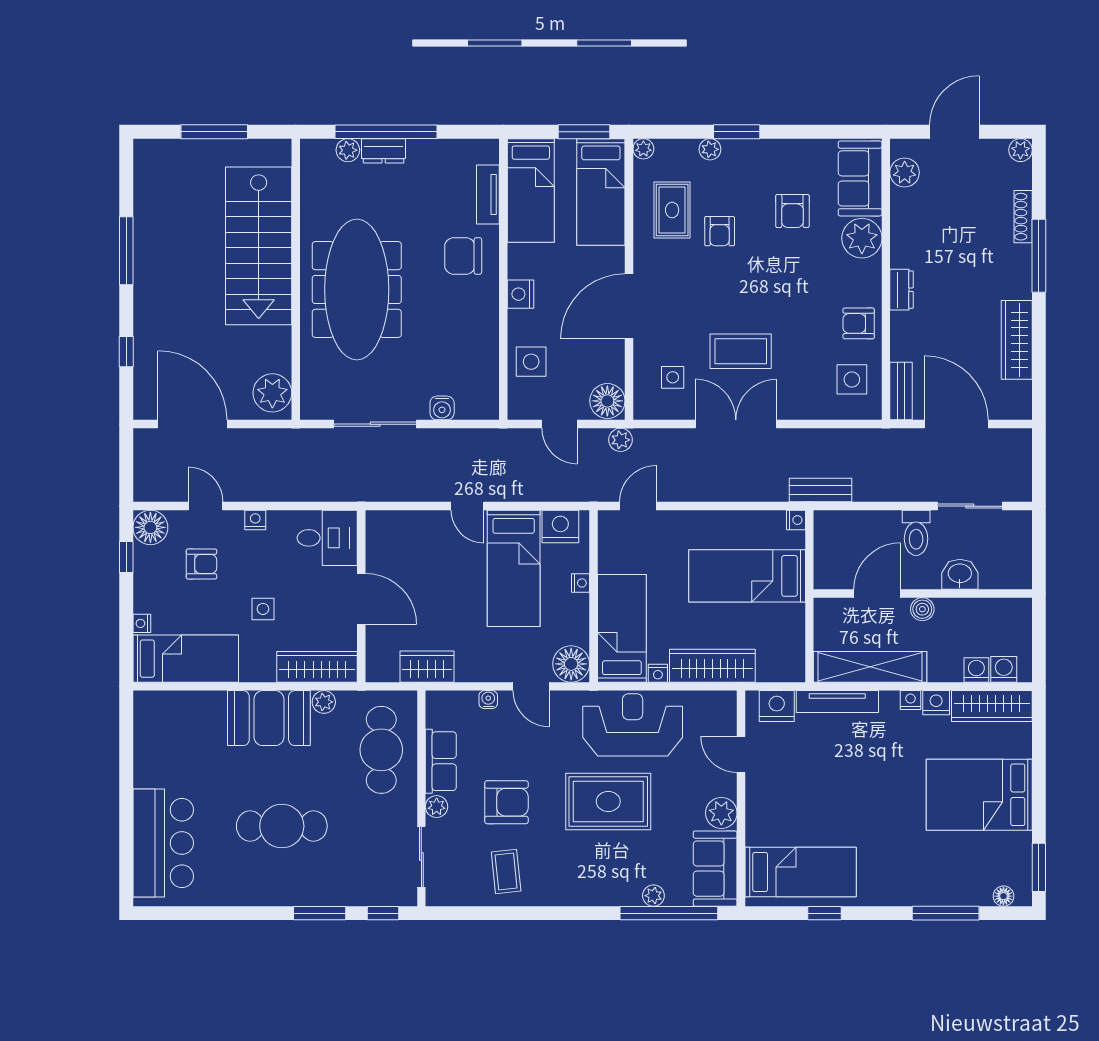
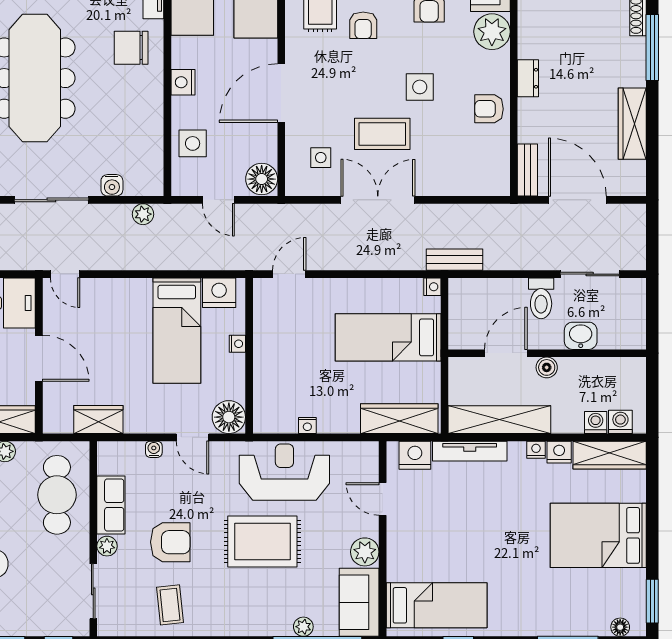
side table: (852, 379) -> (420, 87), moved
plant: (620, 440) -> (143, 214), moved
door: (467, 506) -> (65, 274), moved
bed: (622, 628) -> (275, 385), removed
wardrobe: (712, 666) -> (399, 419), moved

